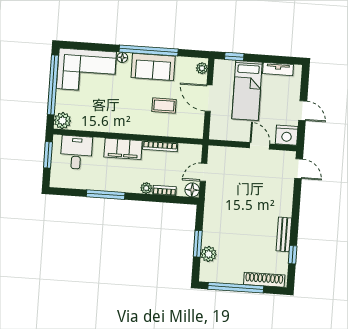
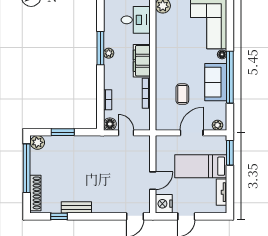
window: (234, 57) -> (230, 153), width x1.50
plant: (146, 188) -> (109, 53), moved
plant: (209, 254) -> (37, 142), moved

